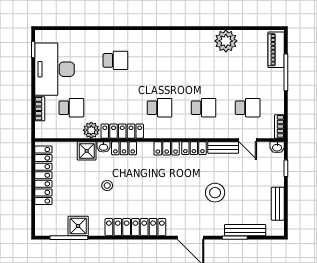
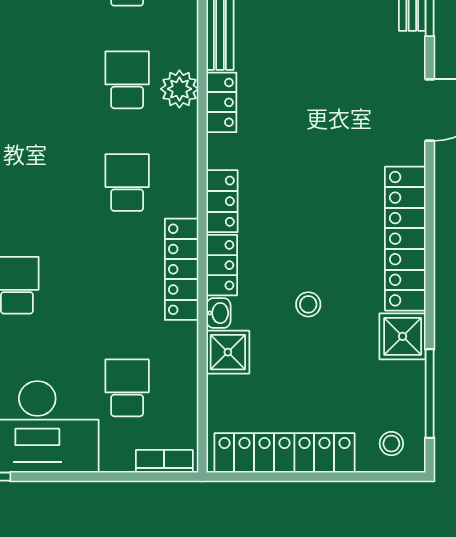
bookcase: (40, 109) -> (164, 461), moved
plant: (91, 130) -> (179, 89), moved
locker: (167, 148) -> (222, 201), moved
stool: (215, 193) -> (391, 444), moved, width x0.53, depth x0.53
shower: (78, 226) -> (403, 336), moved

